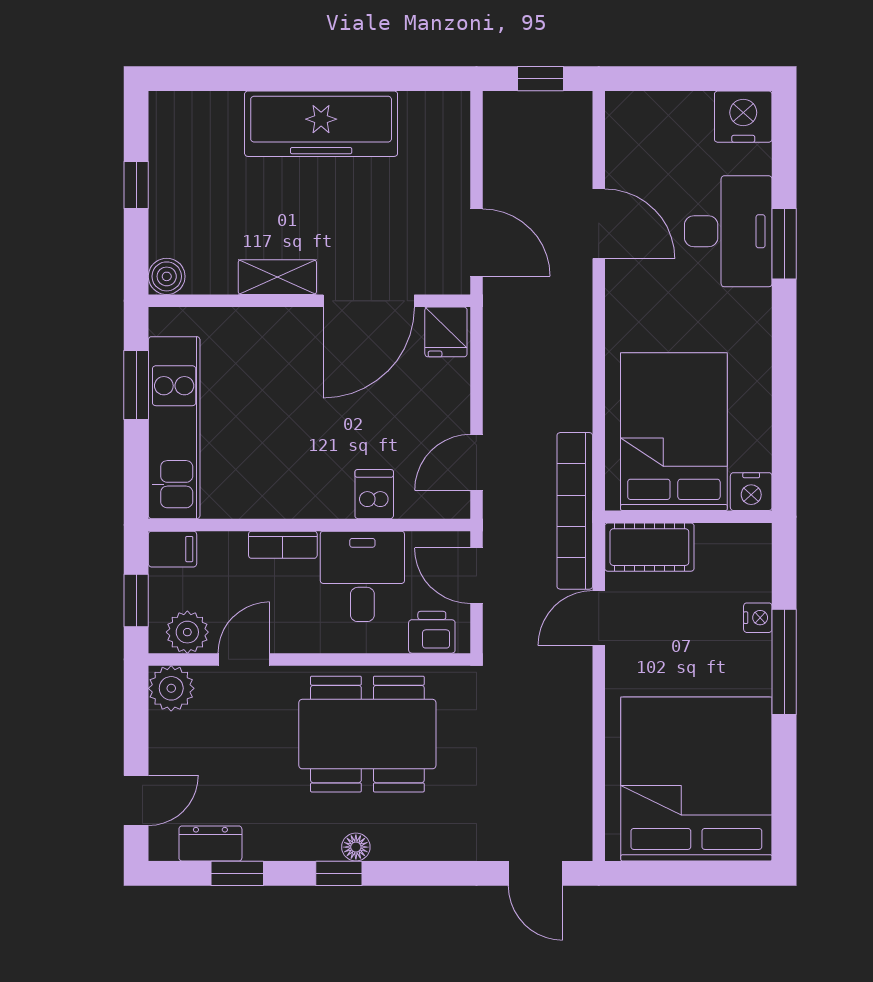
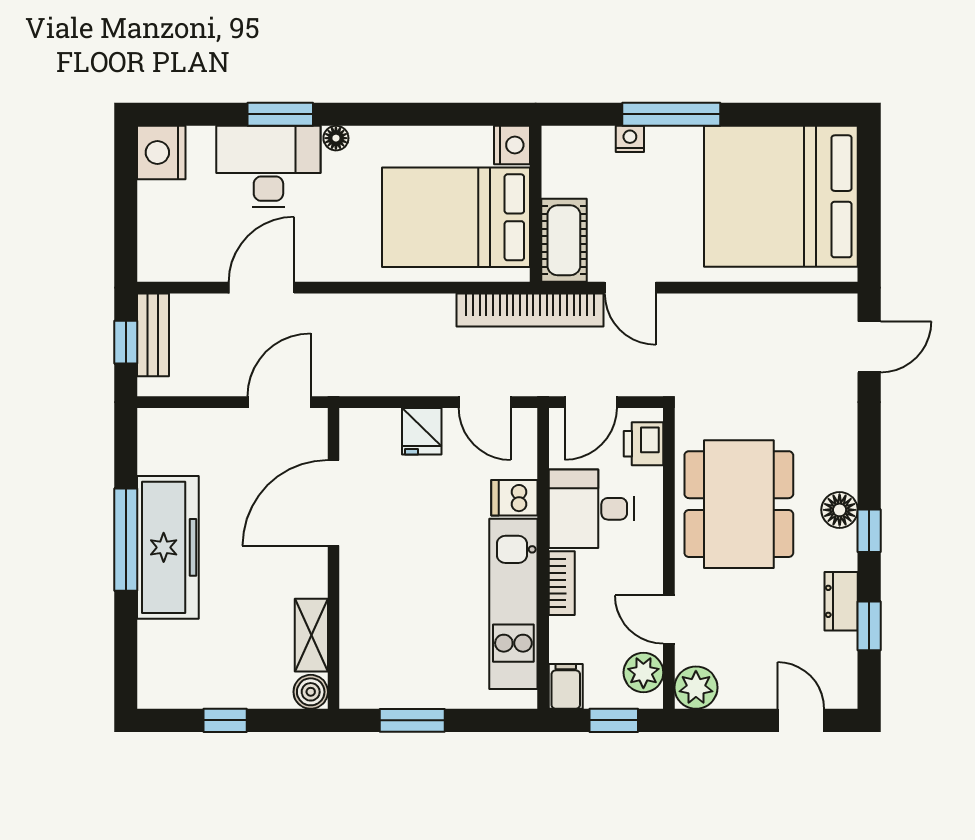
window: (329, 79) -> (126, 540), added
bench: (548, 108) -> (153, 335), added
shelving: (277, 277) -> (311, 635), moved
door: (369, 301) -> (334, 503), swing flipped
floor lamp: (759, 303) -> (336, 138), added
fridge: (446, 332) -> (422, 431), moved, turned 90
kitchen unit: (174, 428) -> (513, 604), moved, turned -90
dresser: (210, 843) -> (841, 601), moved
floor lamp: (356, 847) -> (840, 510), width x1.37, depth x1.37

